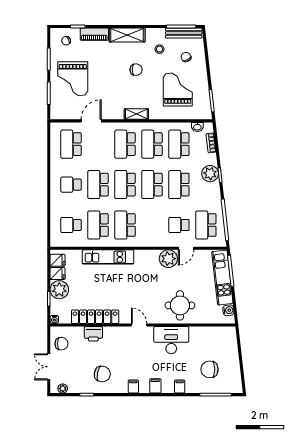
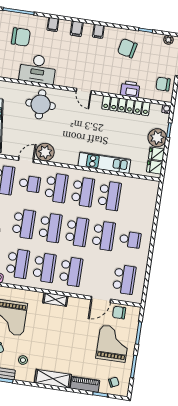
chair: (136, 70) -> (119, 313), moved
school desk: (71, 225) -> (56, 188), moved, width x1.85
desk: (171, 340) -> (38, 69), moved

